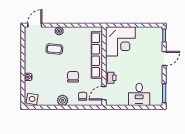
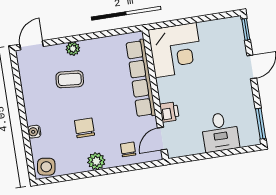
chair: (73, 77) -> (85, 128), moved

